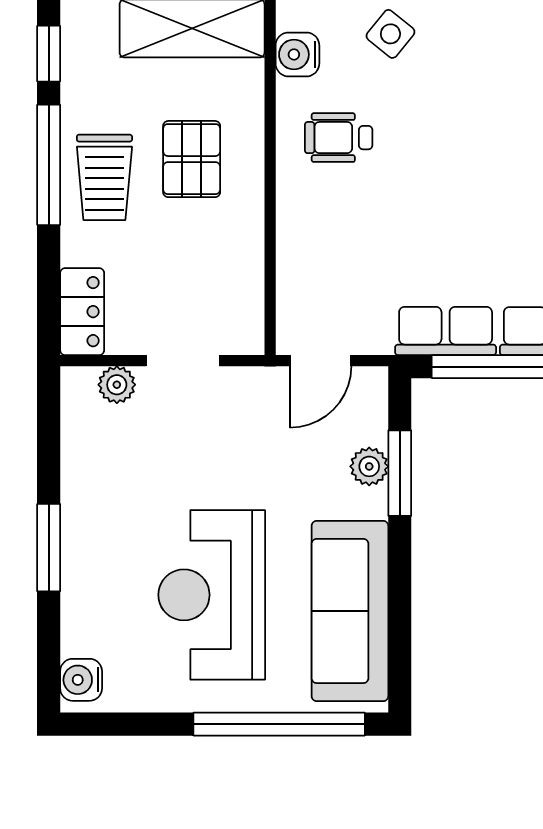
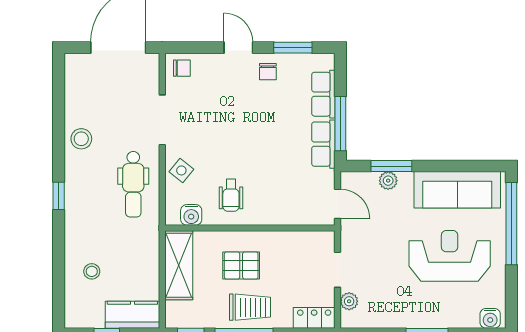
reception desk: (212, 595) -> (450, 256), turned 180

